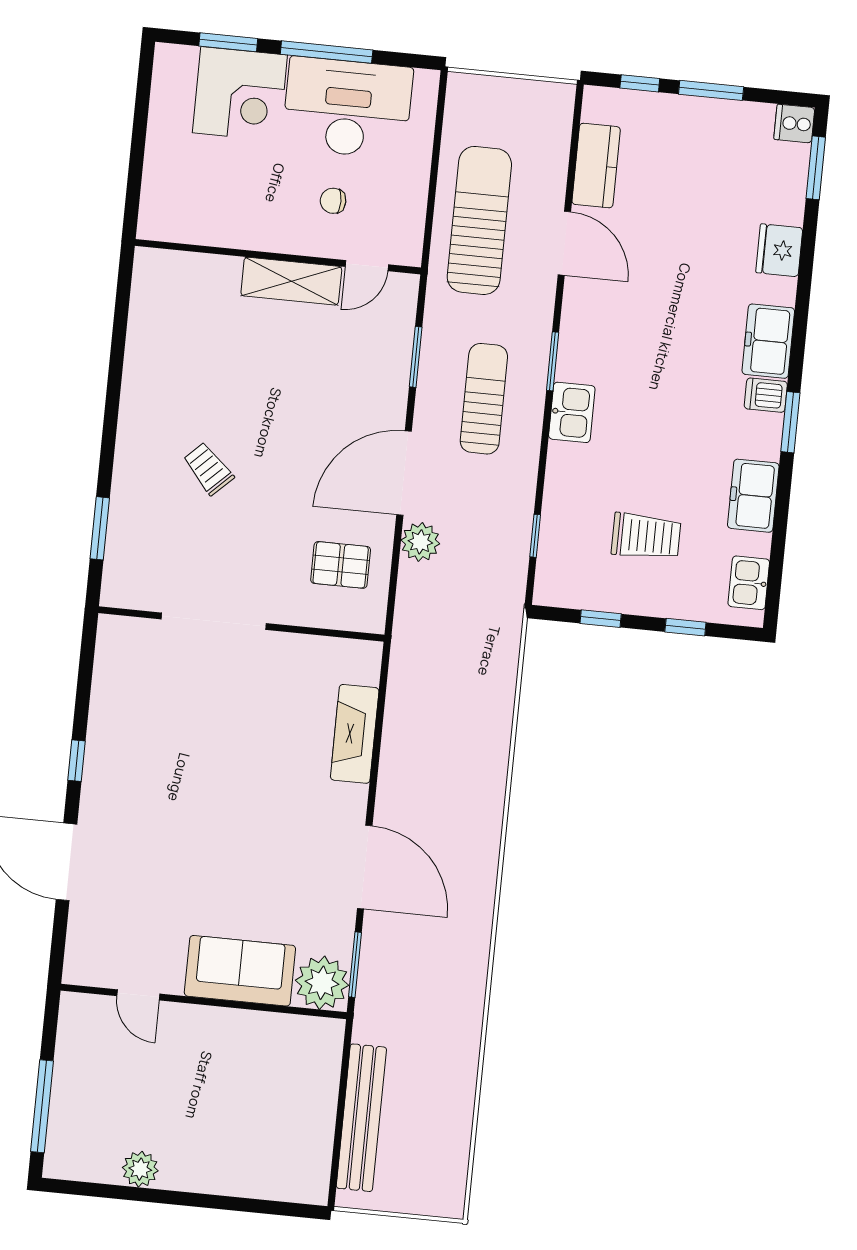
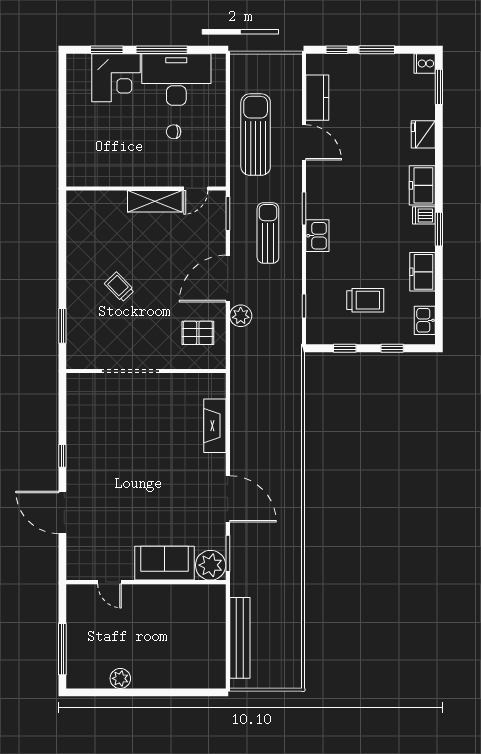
wall: (278, 257) -> (146, 189), moved
door: (367, 266) -> (196, 189), moved
shelving: (291, 281) -> (155, 201), moved

